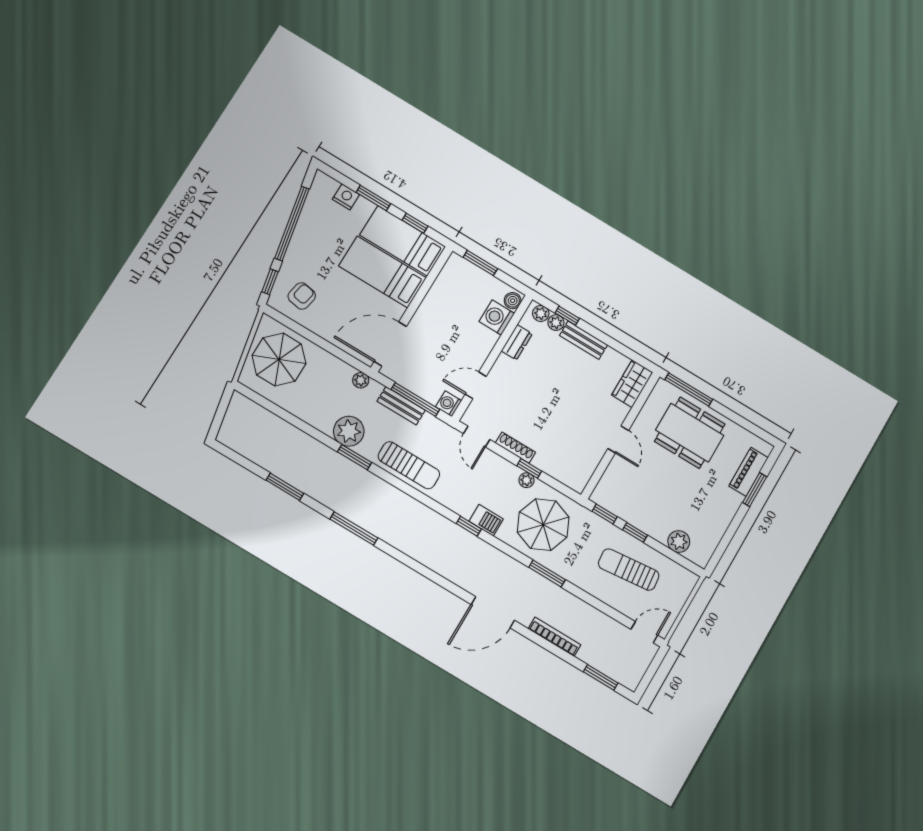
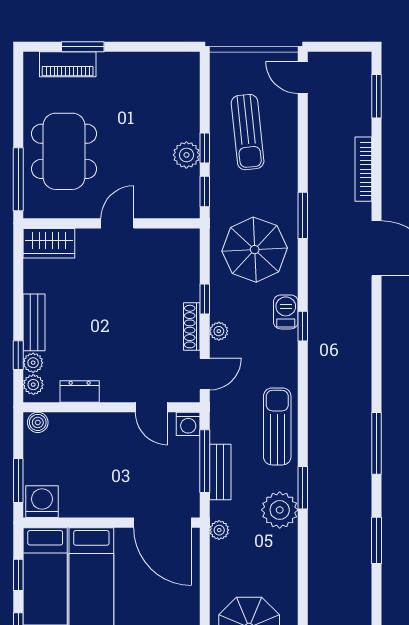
washing machine: (497, 317) -> (42, 502), moved, turned 180
plant: (526, 480) -> (219, 331), moved
plant: (679, 542) -> (186, 155), moved

